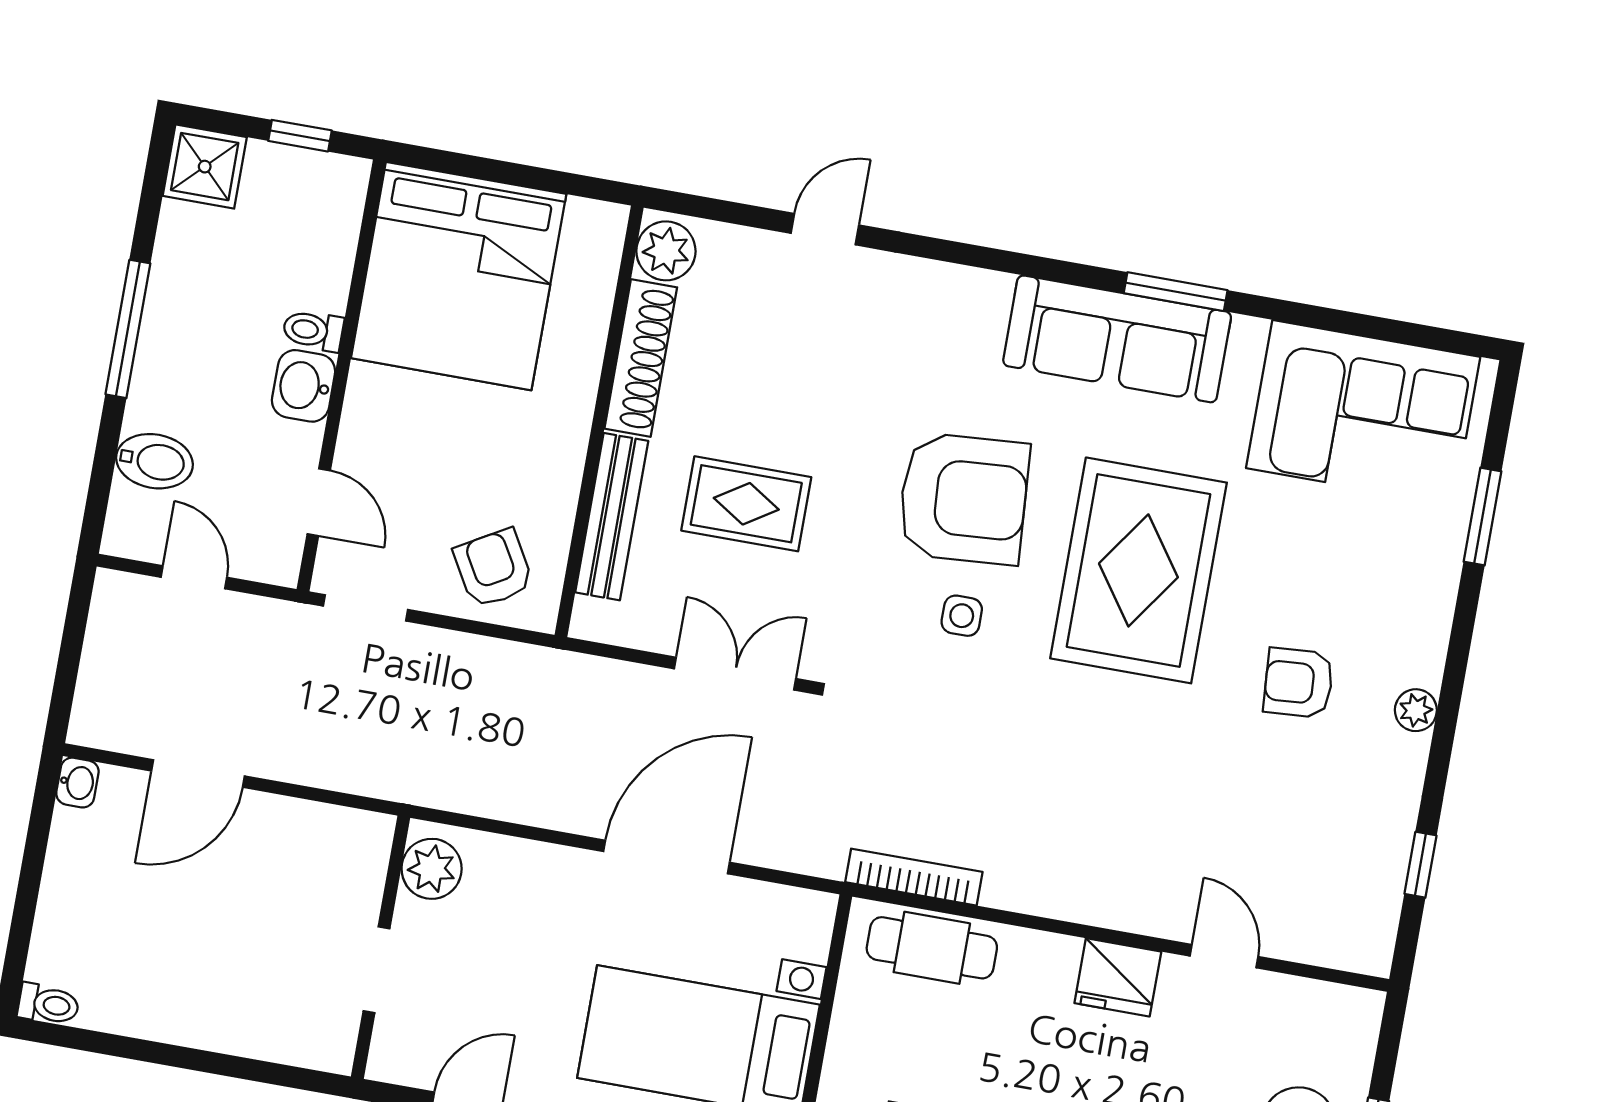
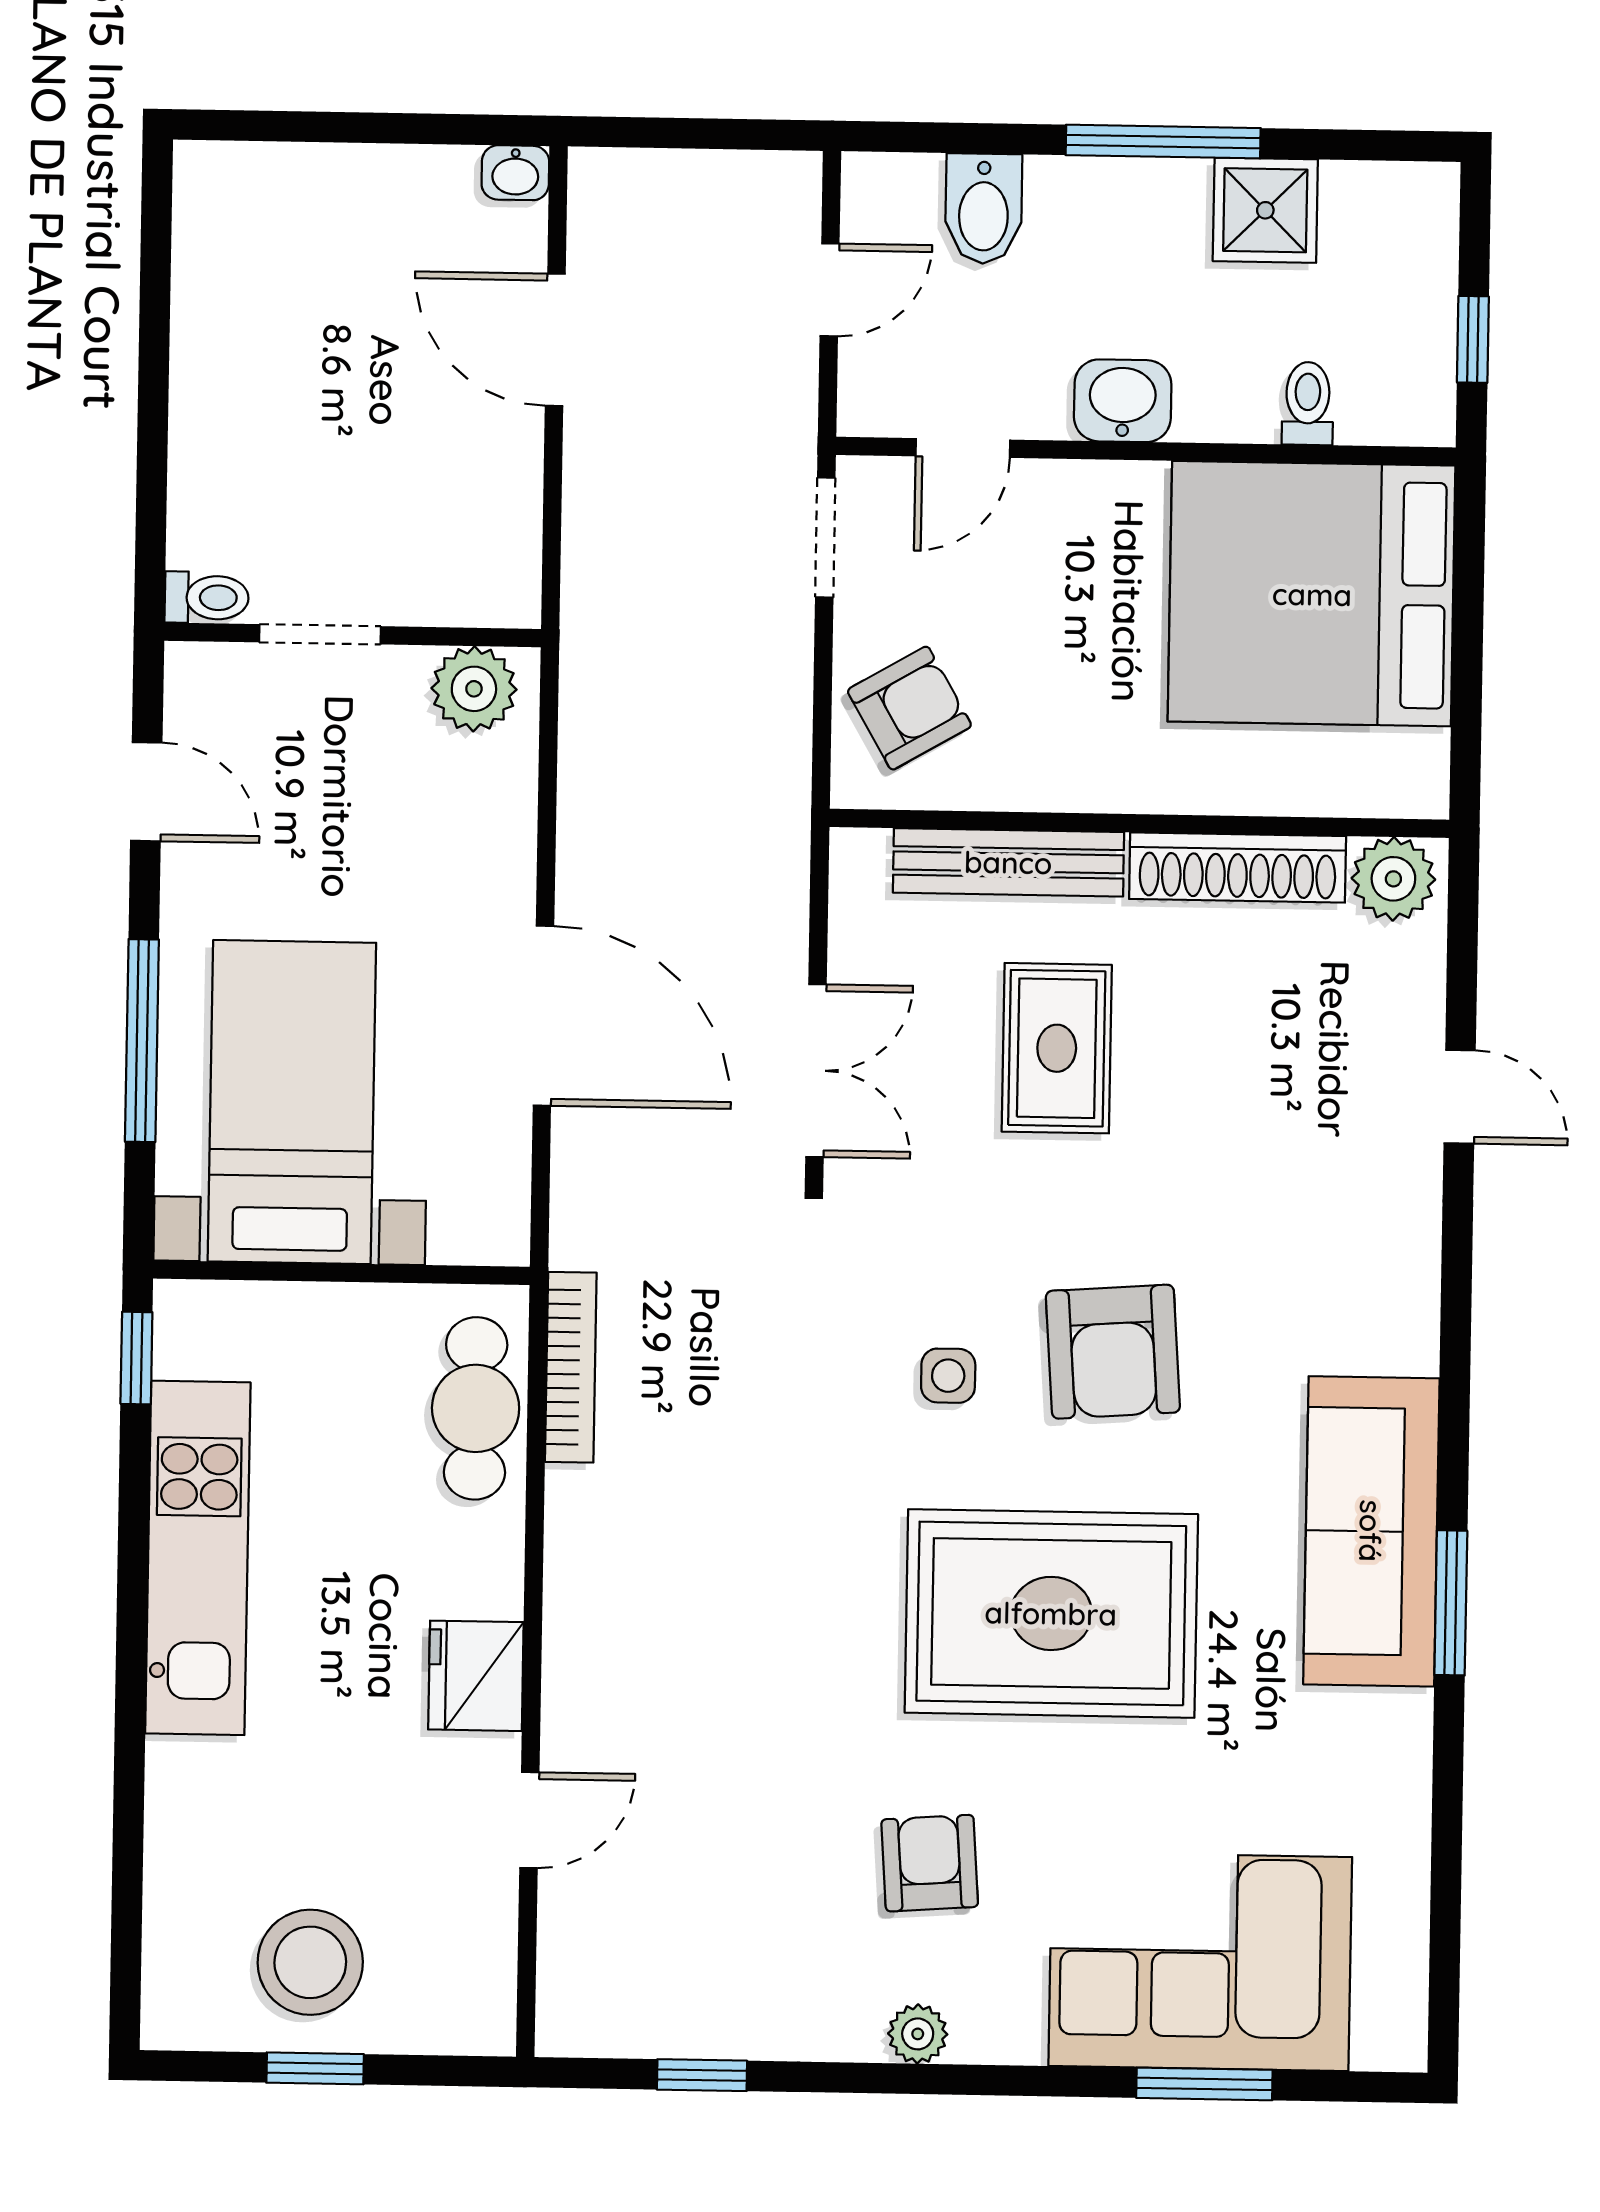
shower: (205, 167) -> (1265, 210), moved
toilet: (313, 330) -> (1308, 404), moved
corner sofa: (1363, 412) -> (1200, 1962), moved, turned 90
armchair: (963, 499) -> (1113, 1352), width x0.73, depth x0.73
toilet: (48, 1004) -> (207, 598), moved, turned -90

